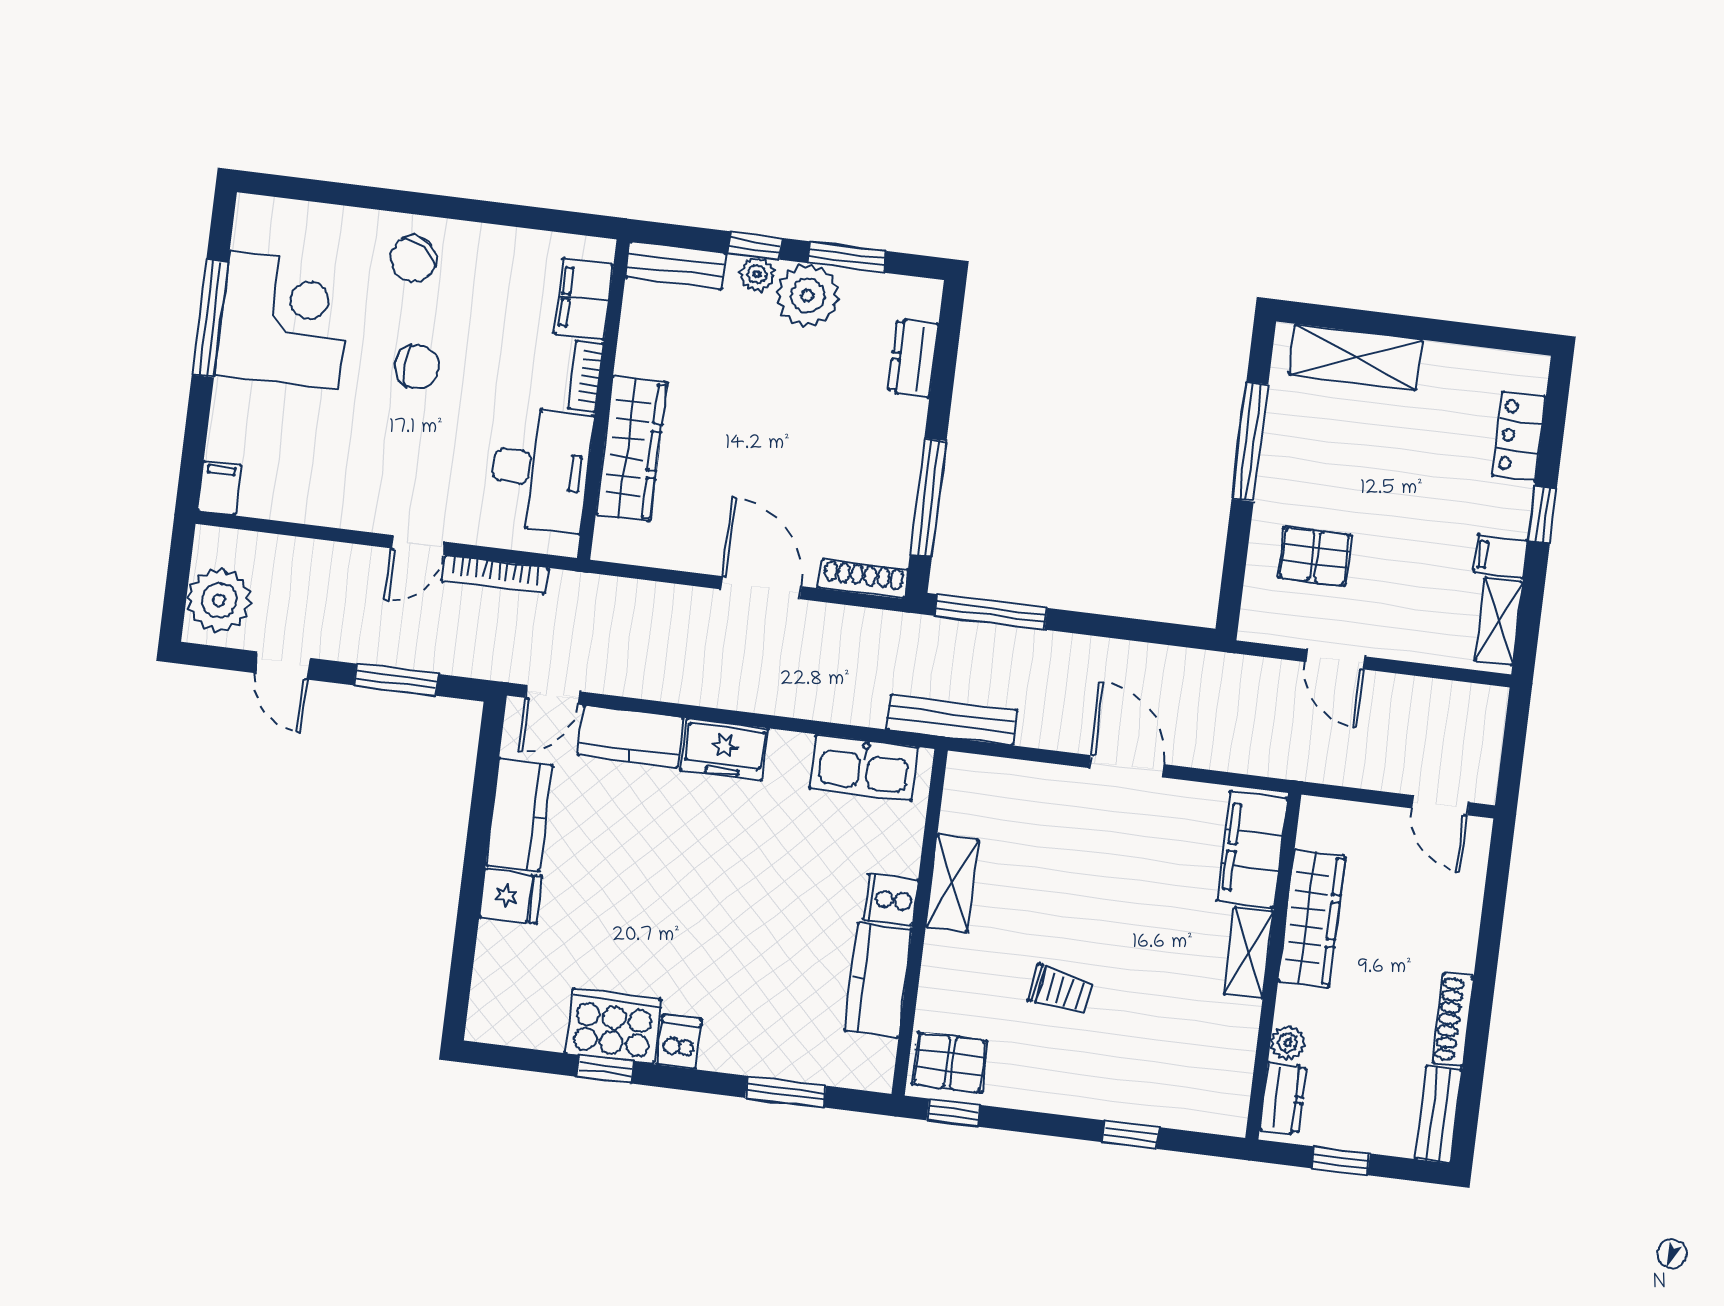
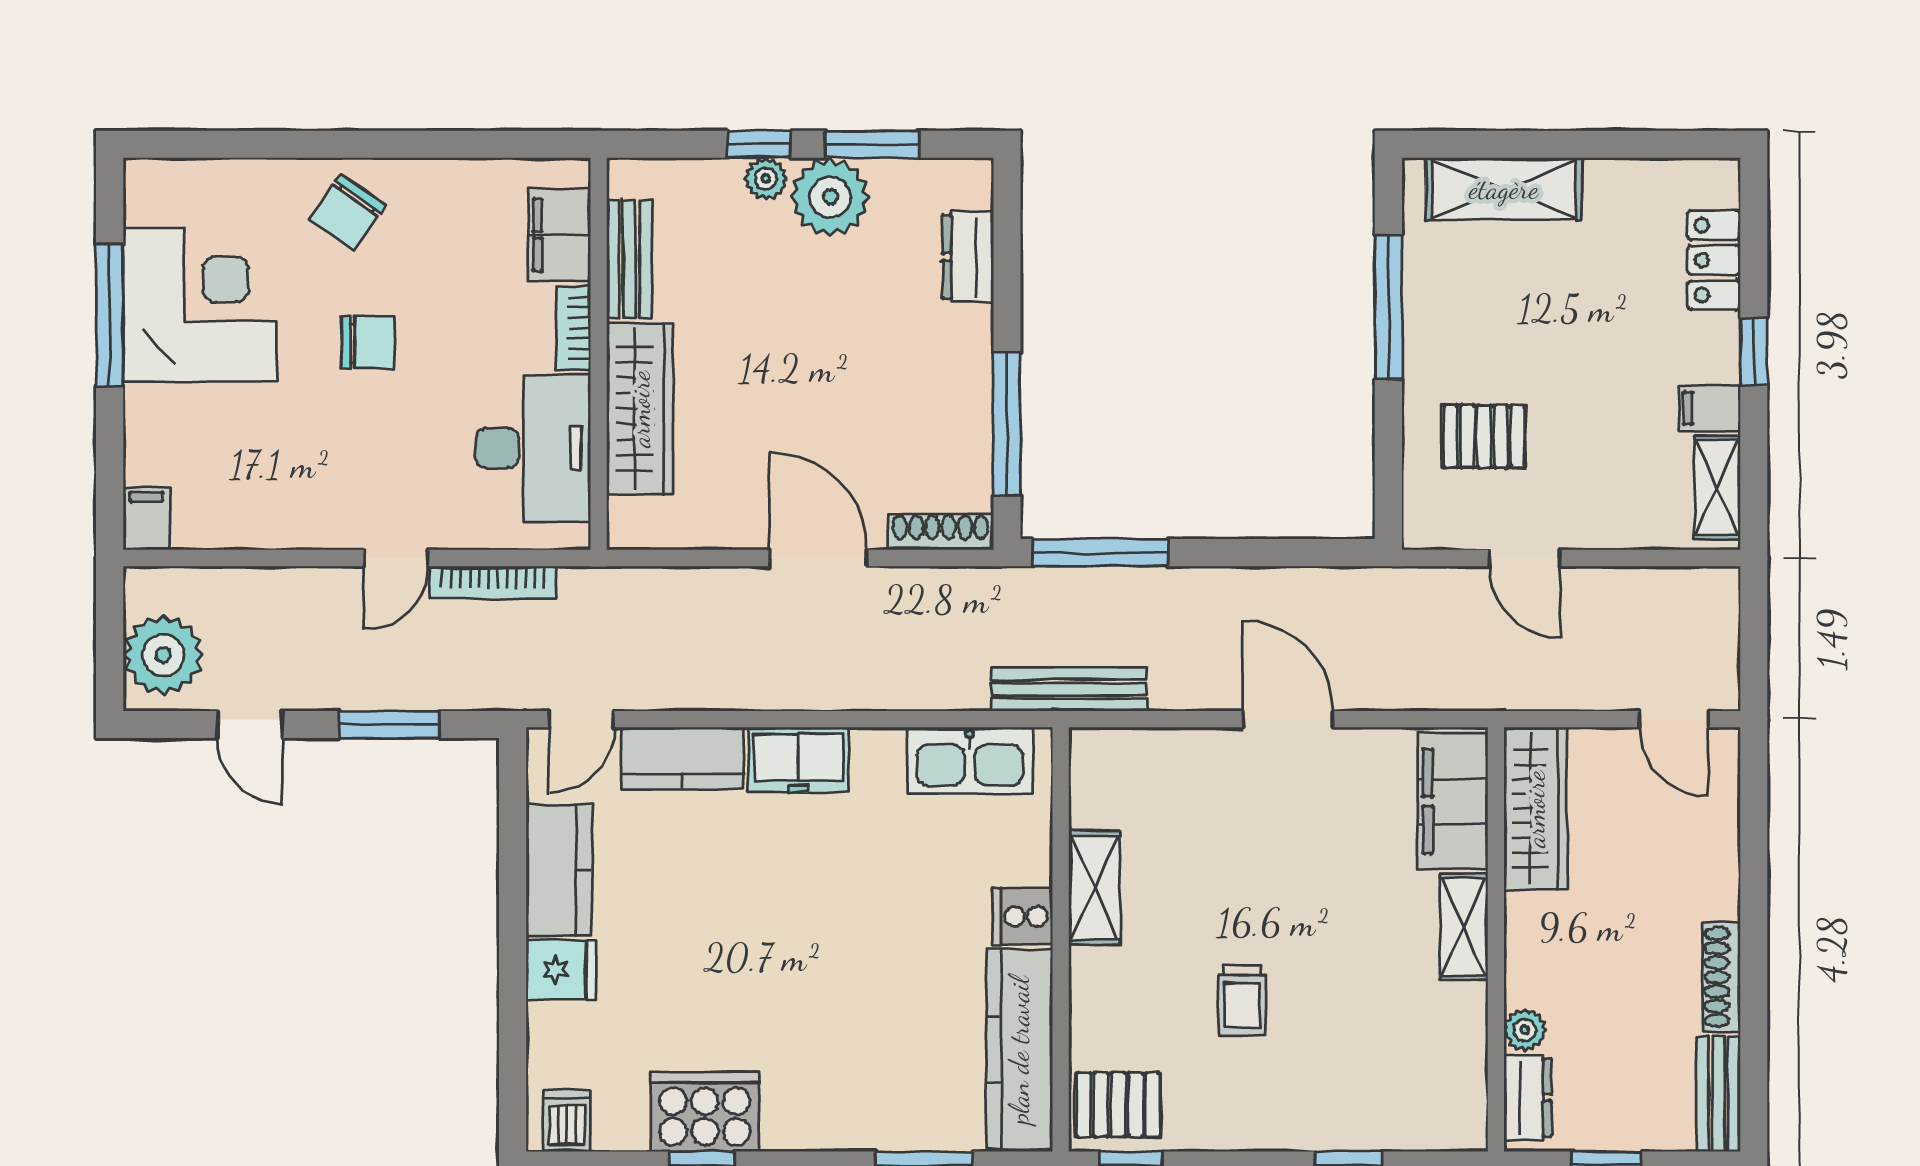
bench: (676, 265) -> (629, 259), moved, turned 90
wardrobe: (1312, 918) -> (1535, 809), moved
kitchen counter: (878, 980) -> (1019, 1050), width x1.50
trolley: (1061, 990) -> (1242, 1001), turned 80
dishwasher: (679, 1042) -> (567, 1121), moved

